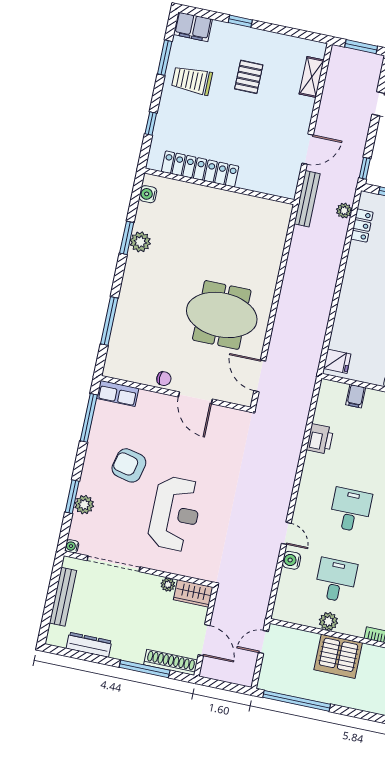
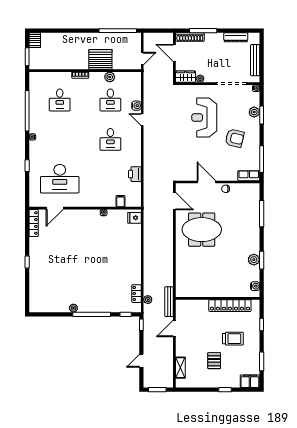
trolley: (192, 80) -> (233, 339), moved

